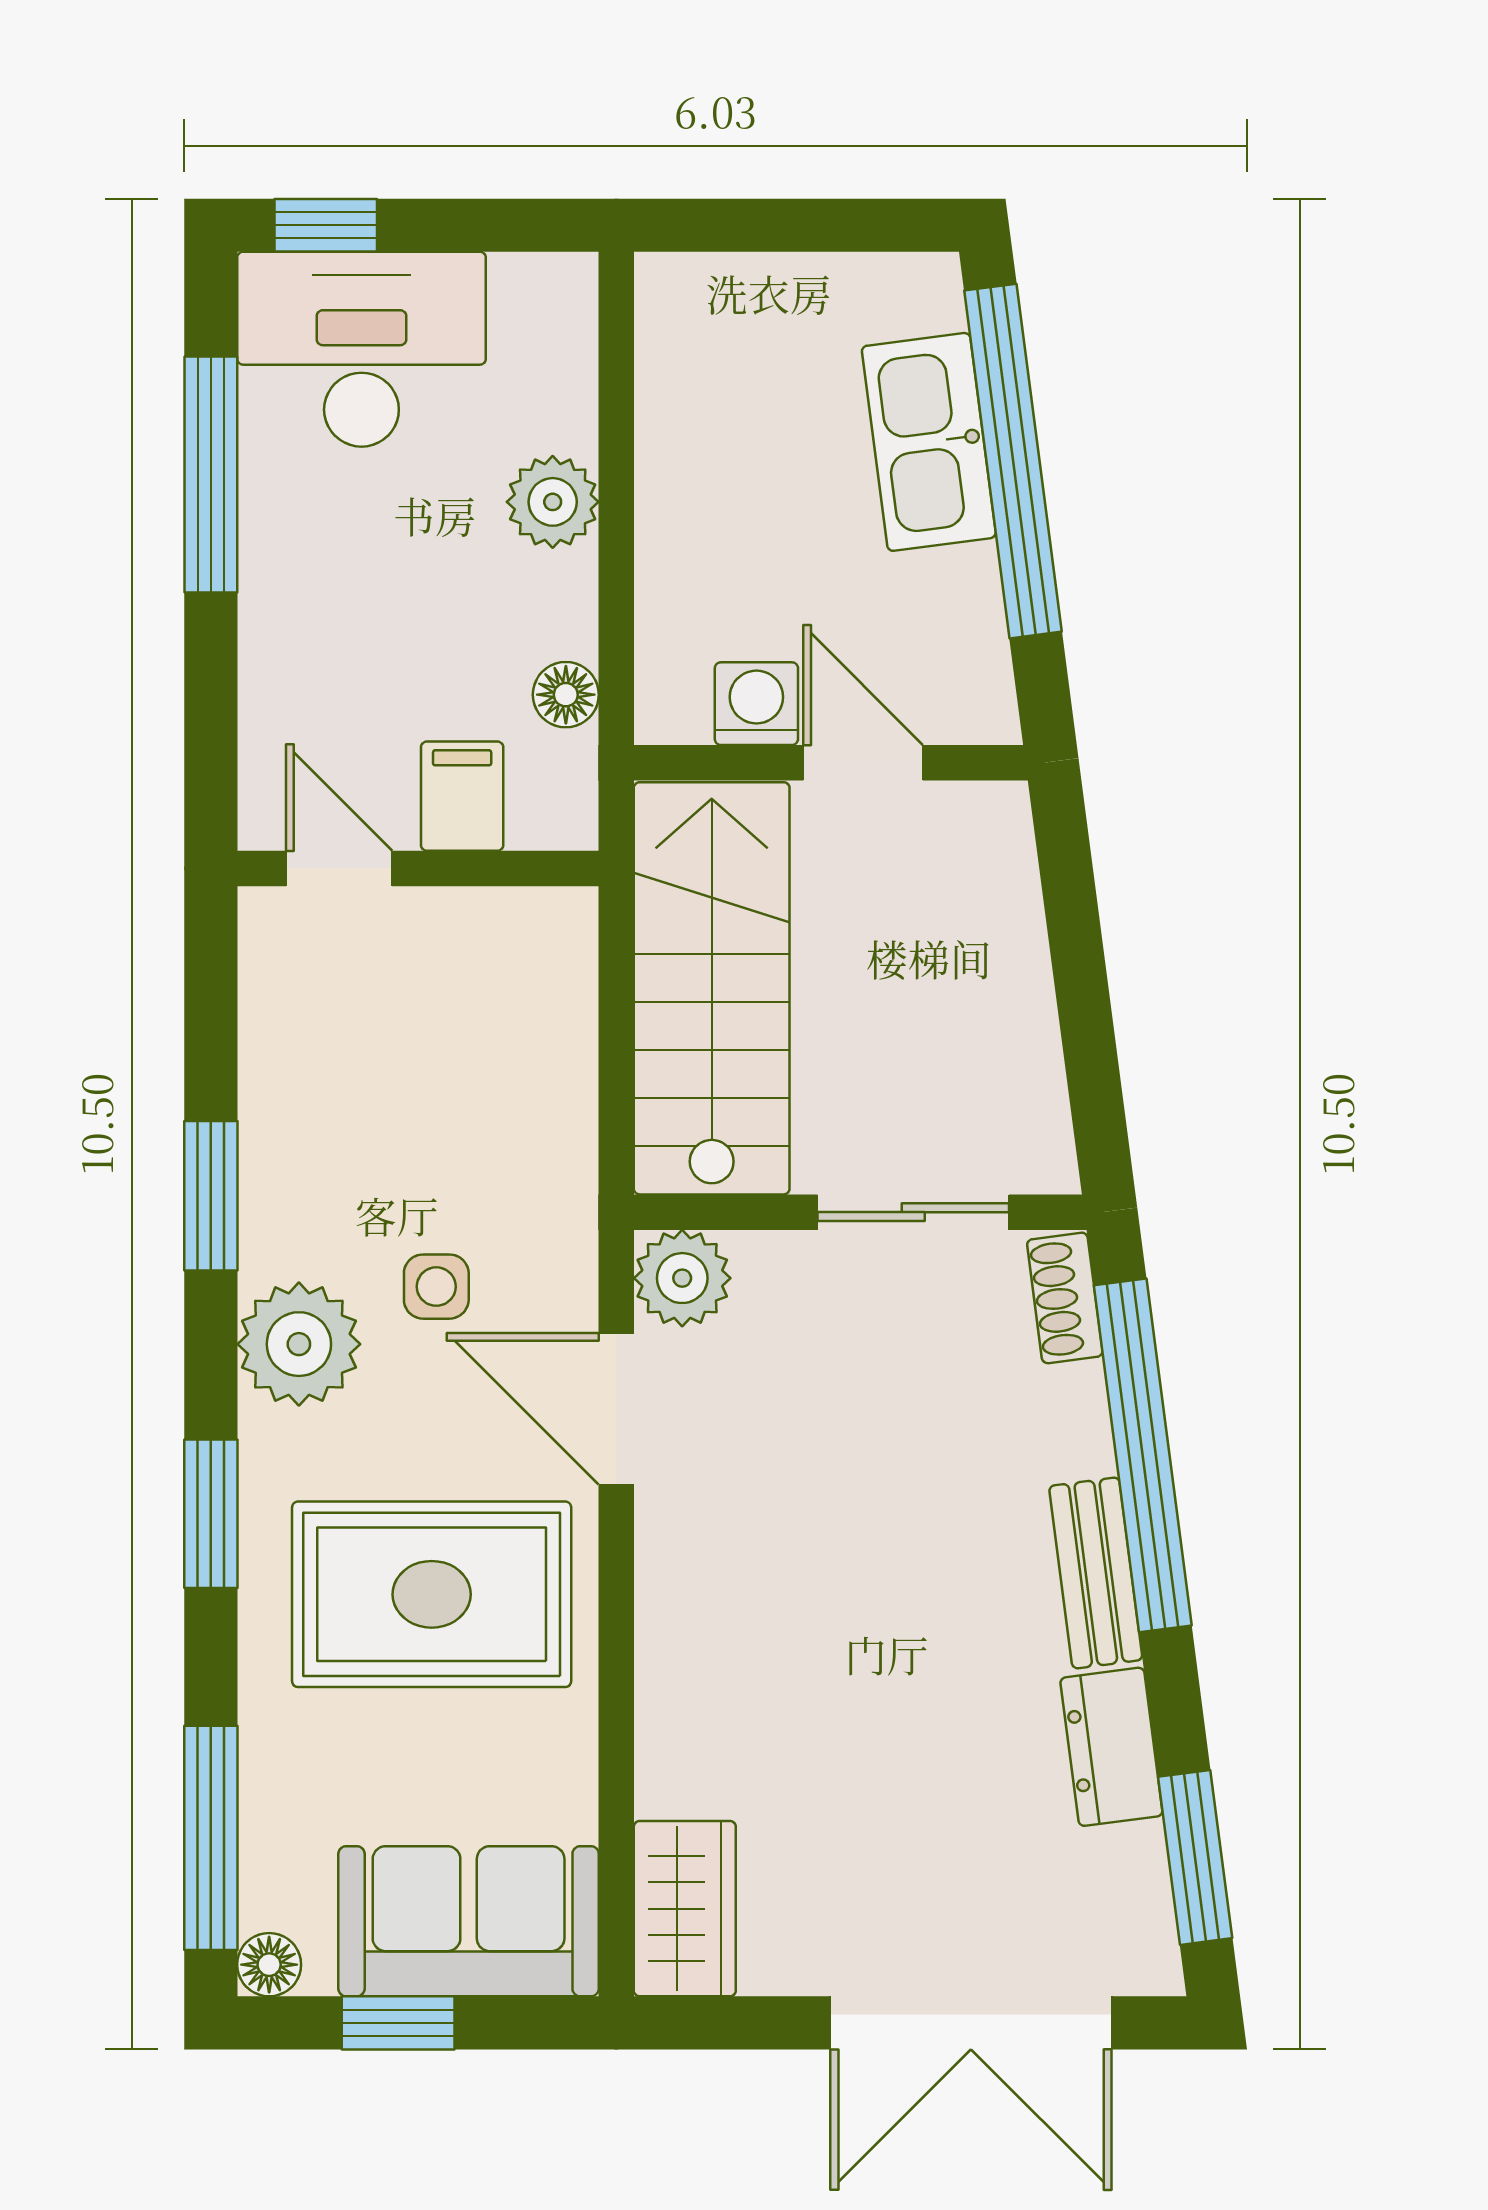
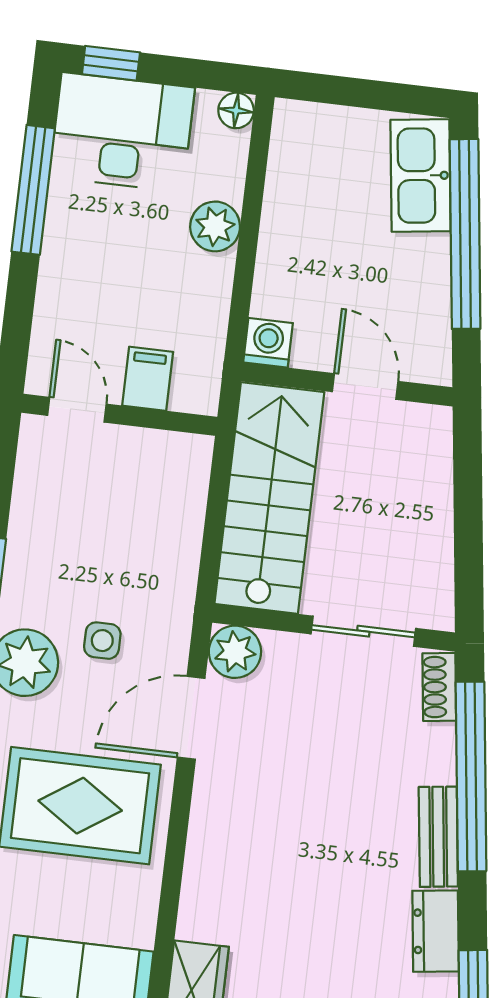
kitchen sink: (929, 442) -> (421, 176), moved
floor lamp: (566, 695) -> (236, 110), moved
washing machine: (756, 704) -> (268, 343), moved
door: (616, 1409) -> (191, 718), hinge flipped

